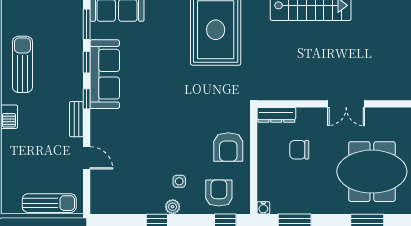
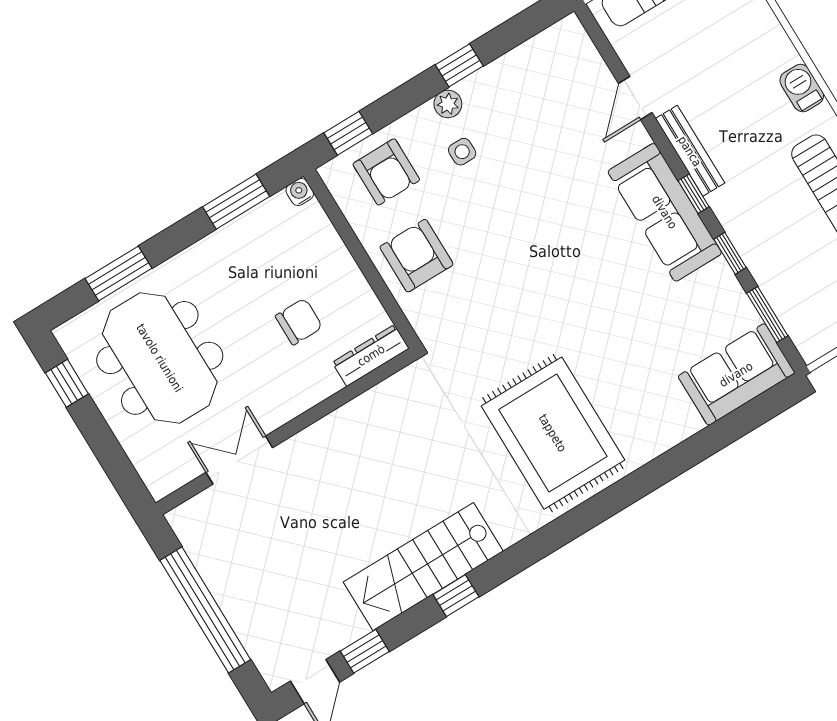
sofa: (105, 74) -> (665, 212), moved
double door: (346, 104) -> (239, 460), moved
bench: (76, 119) -> (690, 151), width x1.36
door: (87, 158) -> (635, 98), hinge flipped
meeting table: (372, 172) -> (160, 358), turned 90

